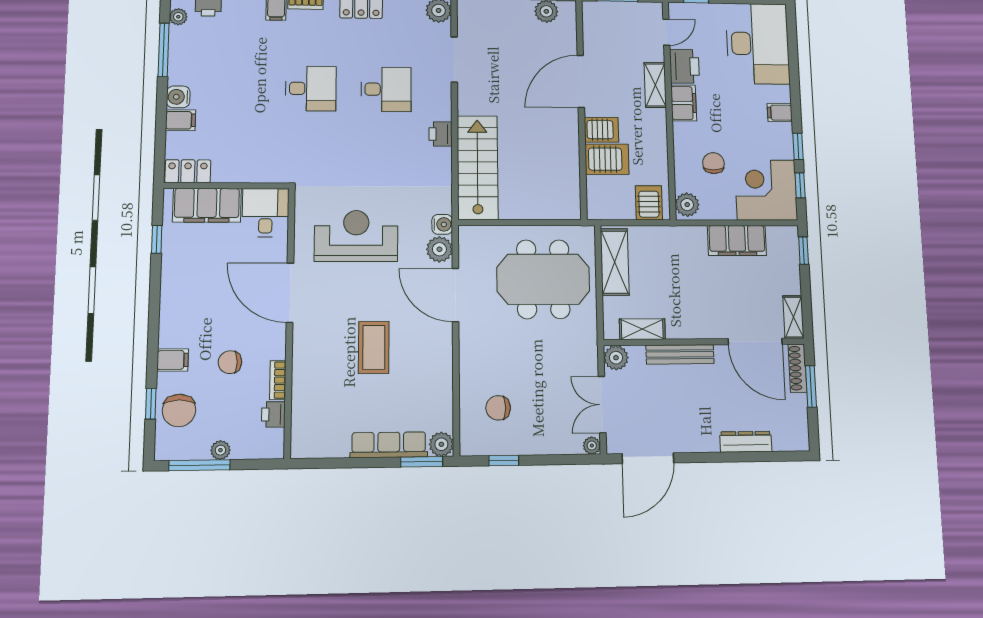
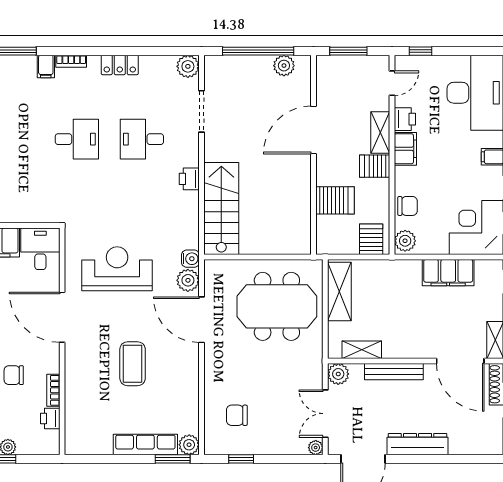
printer: (684, 66) -> (405, 119), width x0.73, depth x0.81
desk: (386, 89) -> (142, 139), turned 180
server rack: (601, 130) -> (375, 166), moved, turned 180
chair: (713, 163) -> (408, 206), moved, turned 90
dresser: (746, 442) -> (418, 444), moved, width x1.37, depth x1.24

